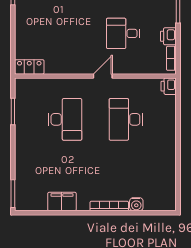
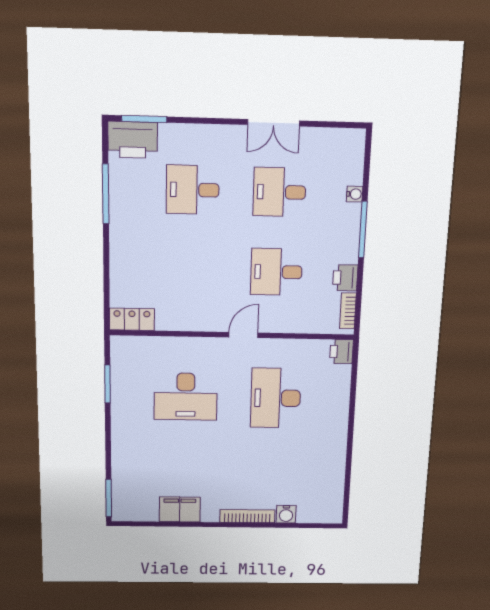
desk: (65, 119) -> (186, 397), turned 90

